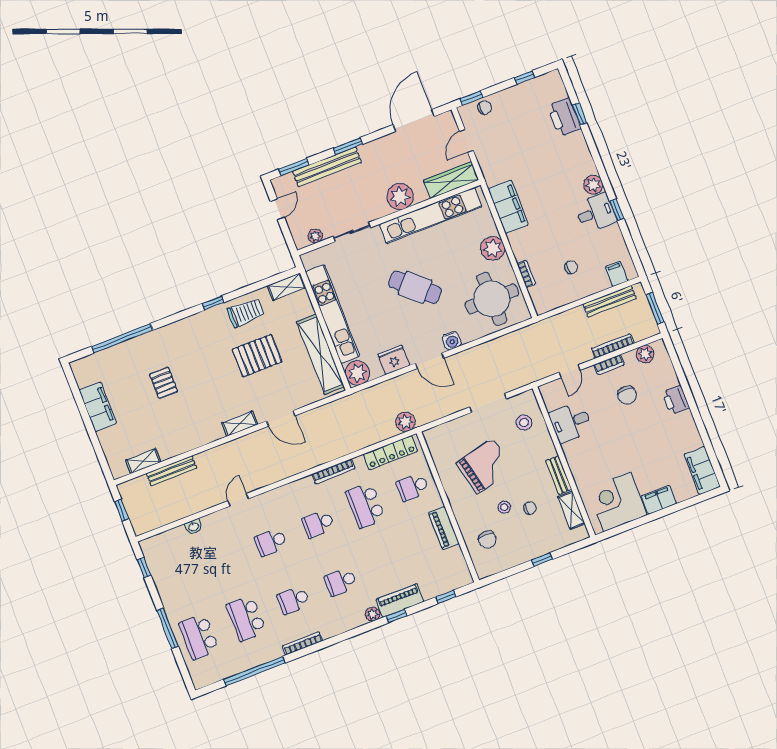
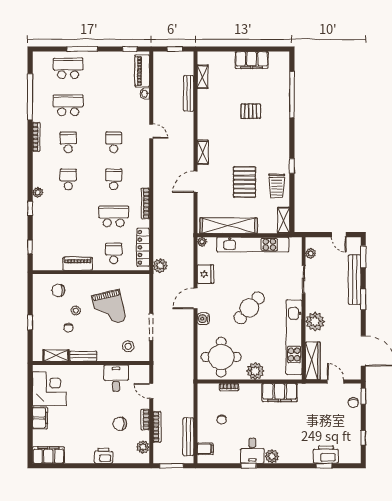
plant: (357, 373) -> (202, 242), width x0.53, depth x0.53
piano: (400, 601) -> (142, 71), moved, turned 180

